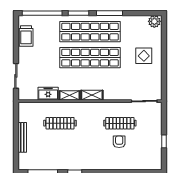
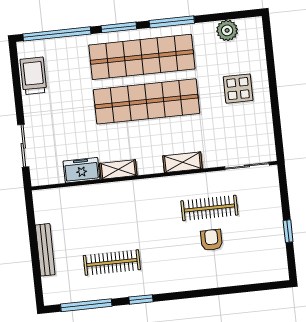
plant: (154, 21) -> (227, 30), moved
trolley: (26, 36) -> (33, 76), turned 180
shelving: (92, 95) -> (183, 162), moved
clothes rail: (60, 123) -> (112, 263), moved

